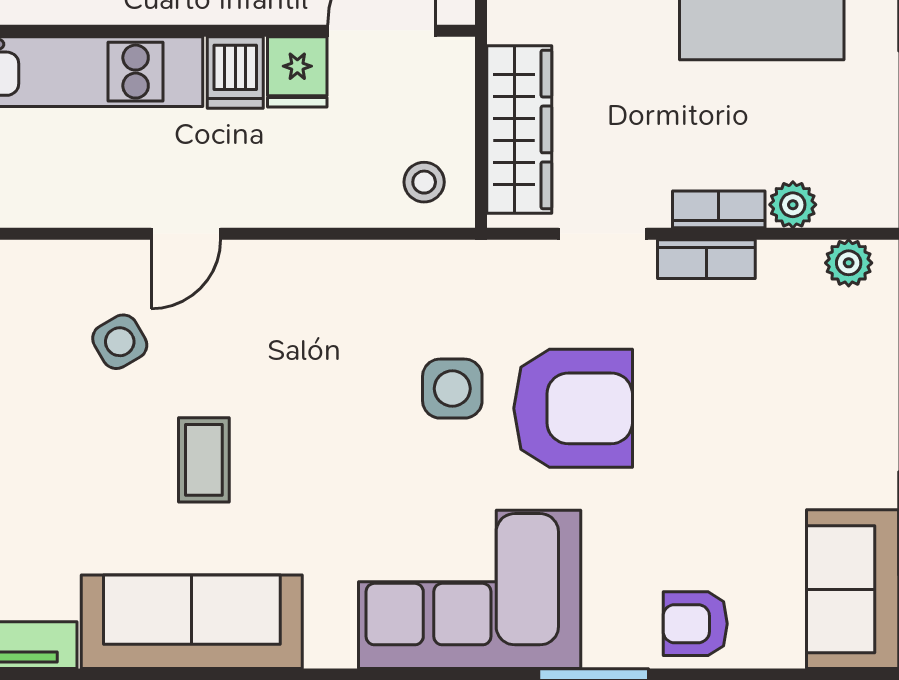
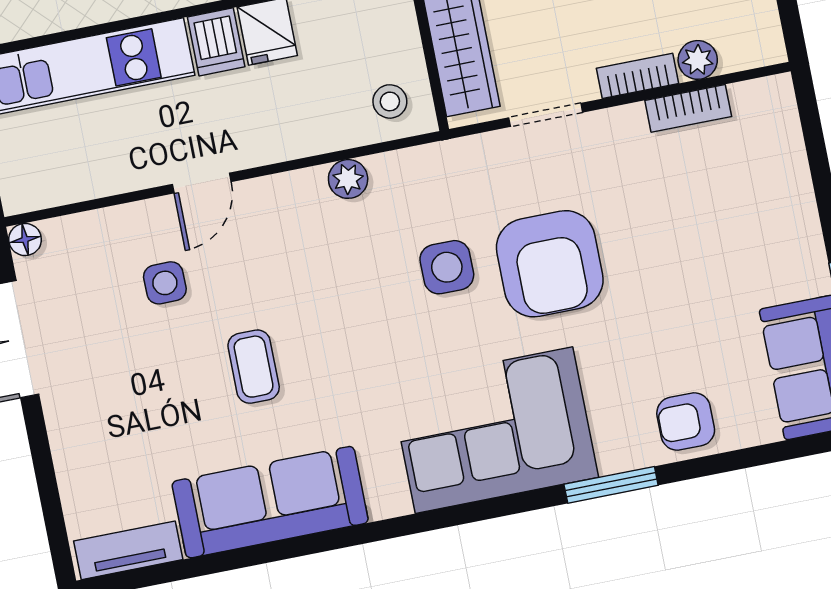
bookcase: (706, 259) -> (688, 108), moved
plant: (849, 263) -> (348, 179), moved
side table: (120, 342) -> (165, 283), turned 30
armchair: (573, 408) -> (550, 264), turned 90

